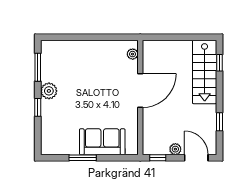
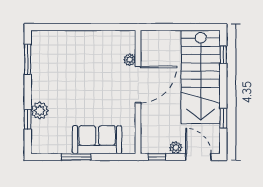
plant: (133, 54) -> (130, 60), moved
stairs: (205, 72) -> (201, 77), width x1.36, depth x1.51
plant: (49, 91) -> (40, 111), moved
window: (38, 107) -> (28, 119), moved

